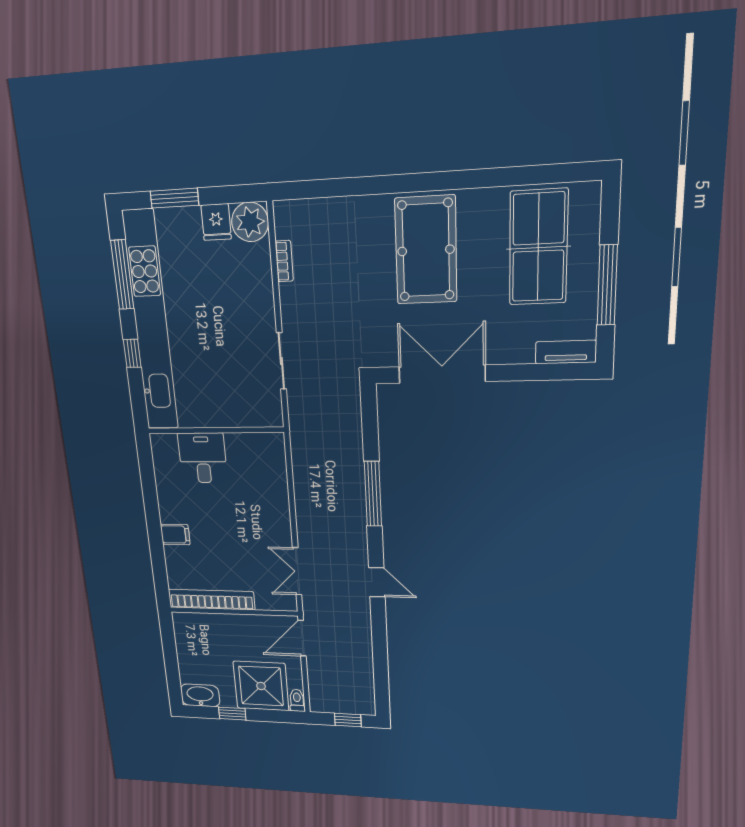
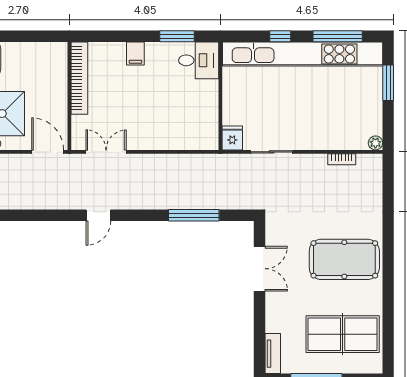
fridge: (216, 222) -> (232, 138), moved, turned 90
plant: (250, 222) -> (375, 143), width x0.53, depth x0.53
double door: (442, 374) -> (260, 269), width x0.73
desk: (203, 458) -> (199, 60), moved
window: (149, 485) -> (177, 36), added
window: (373, 494) -> (194, 215), moved

